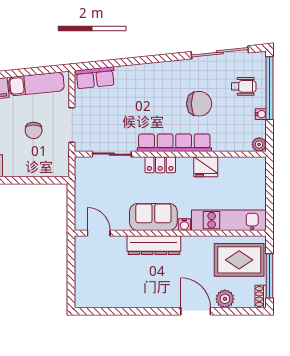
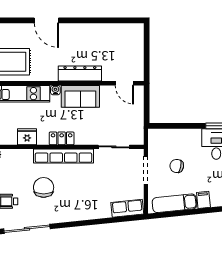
chair: (199, 104) -> (44, 187), turned 90
chair: (34, 130) -> (177, 166), turned -80
locker: (160, 165) -> (62, 138), moved
fridge: (206, 167) -> (27, 137), moved
plant: (225, 299) -> (23, 30), removed

